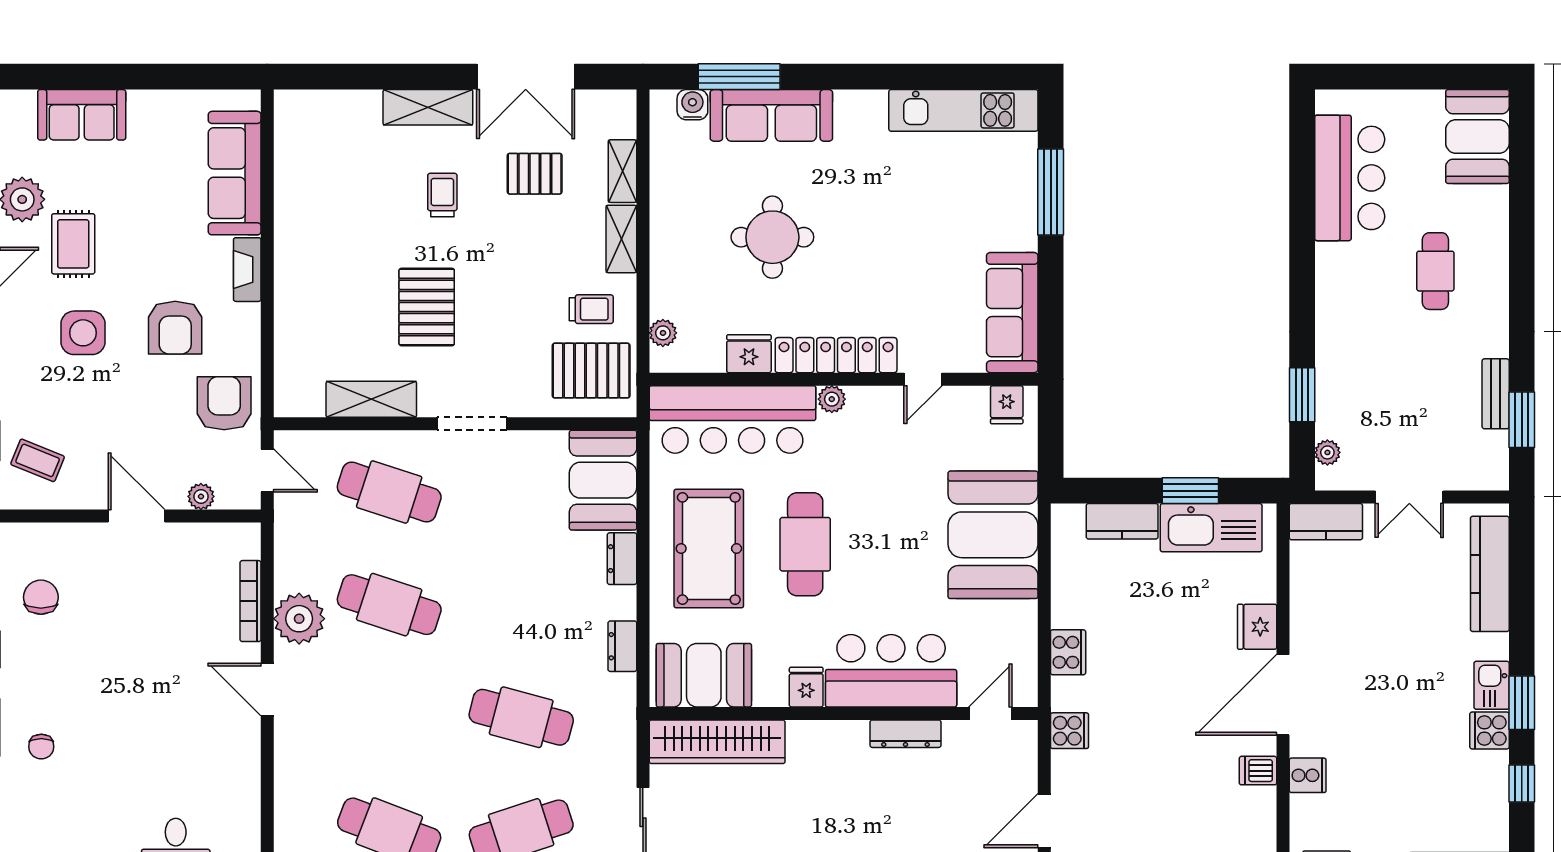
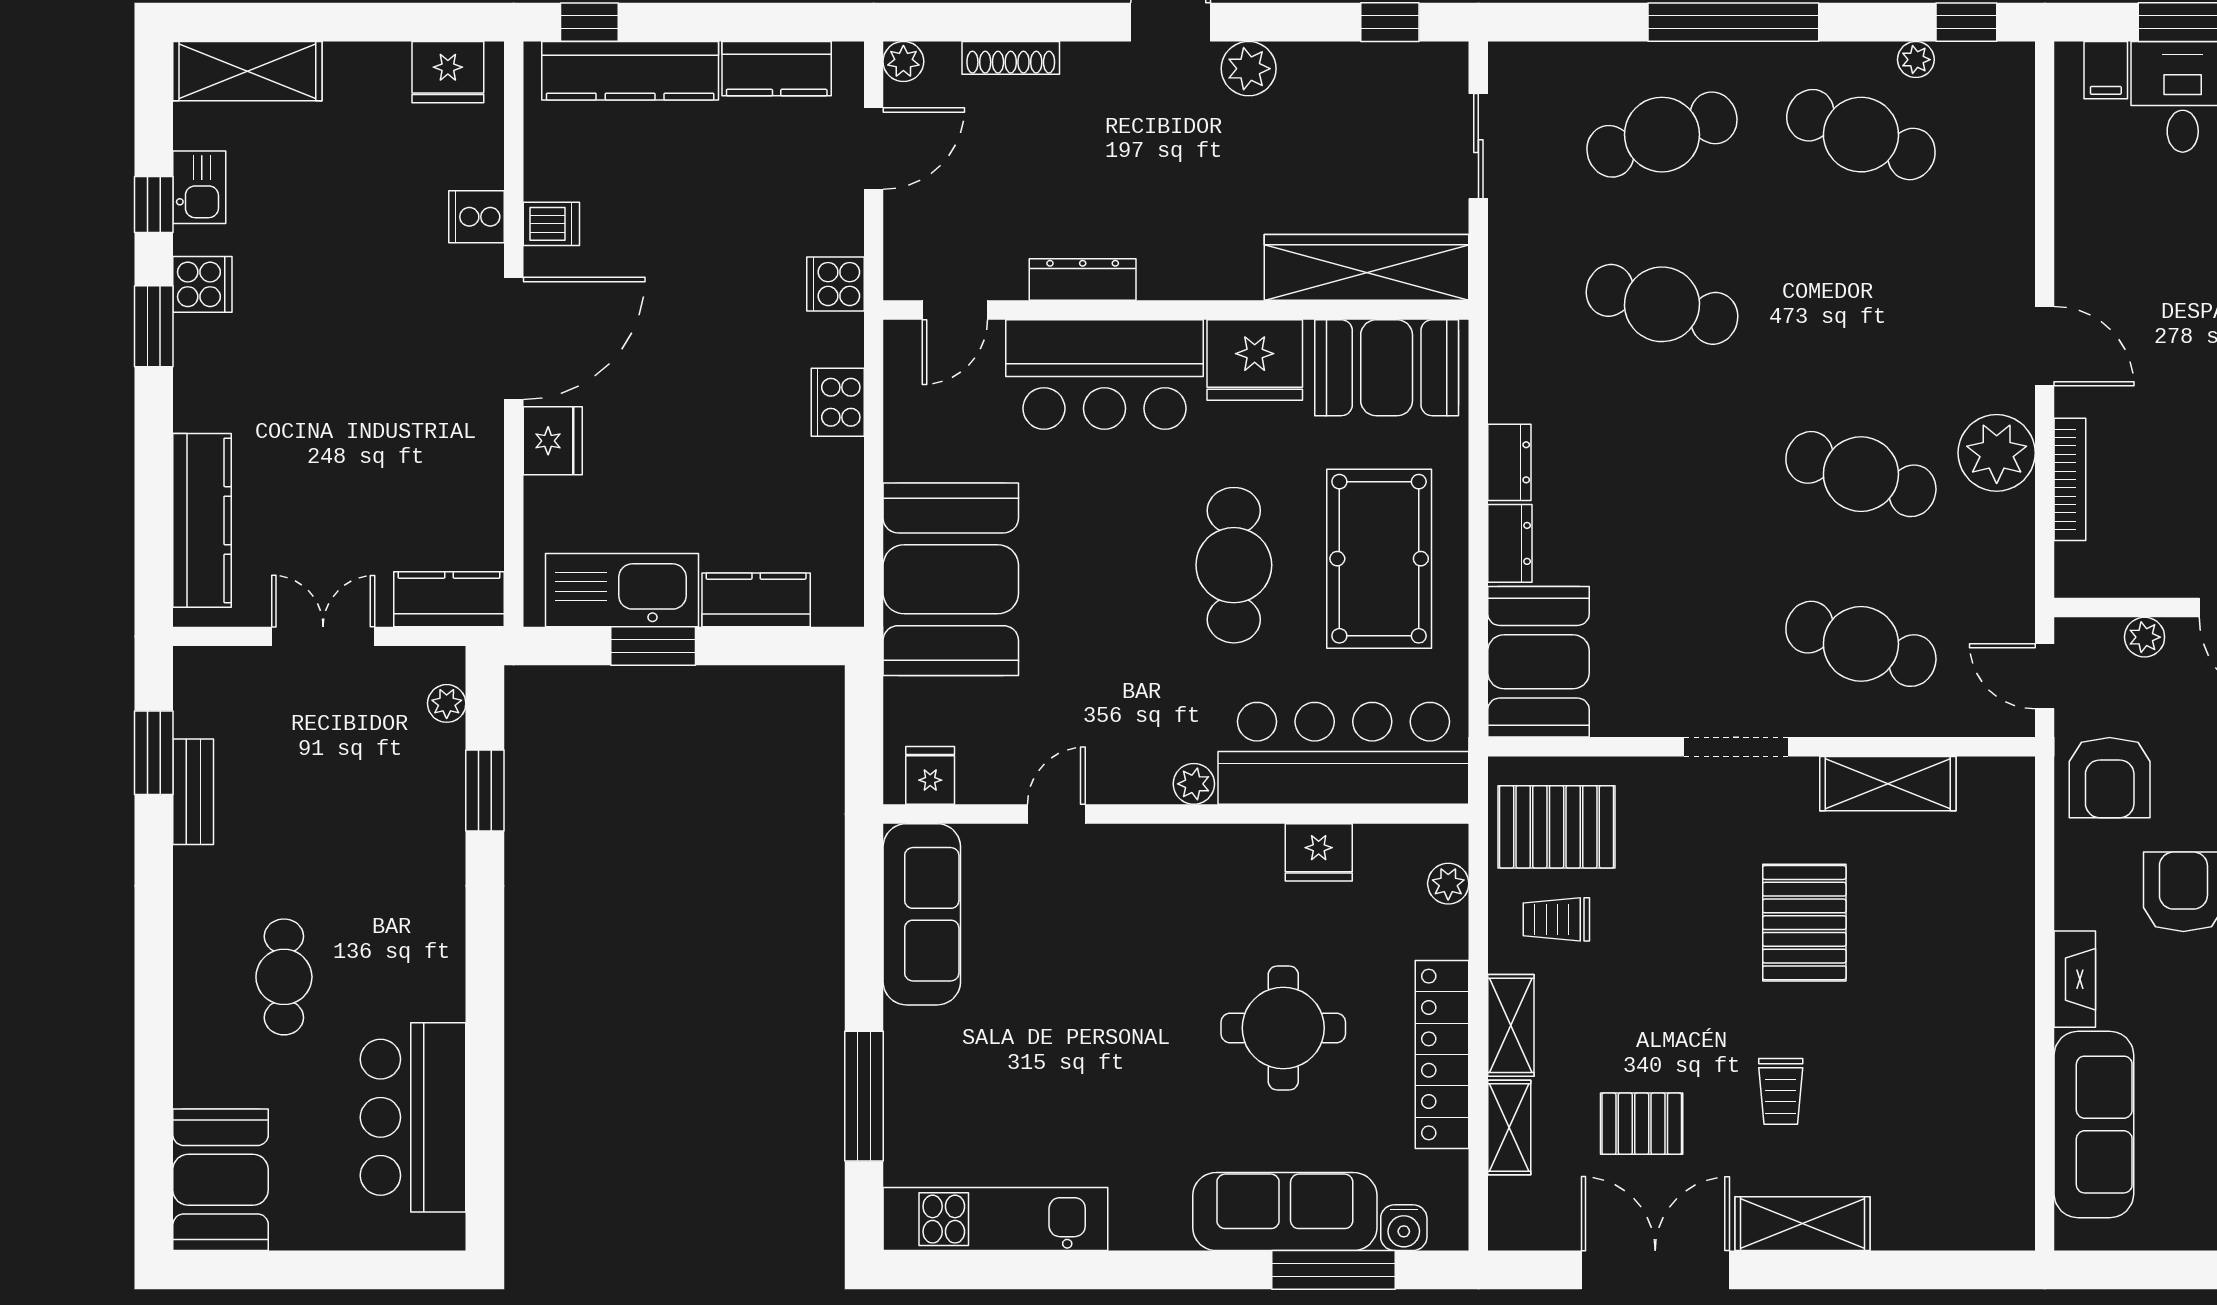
locker: (836, 355) -> (1442, 1055), moved, turned 90
dresser: (622, 646) -> (1509, 462), moved
kitchen sink: (1492, 685) -> (199, 187), moved
fridge: (806, 687) -> (1255, 360), width x1.88, depth x1.34

